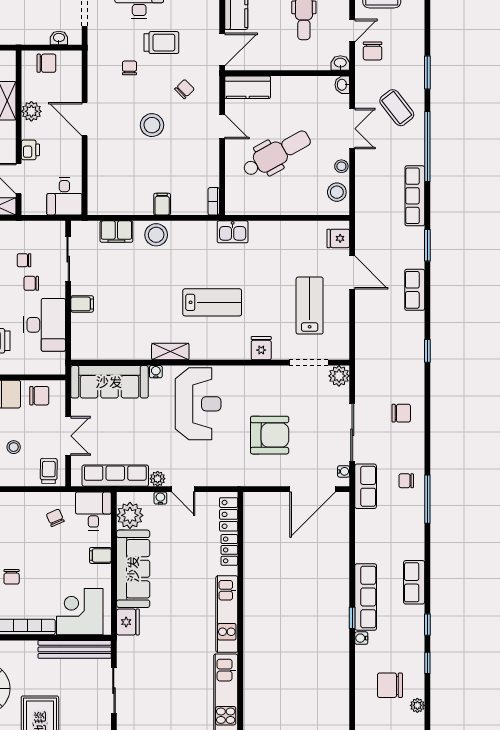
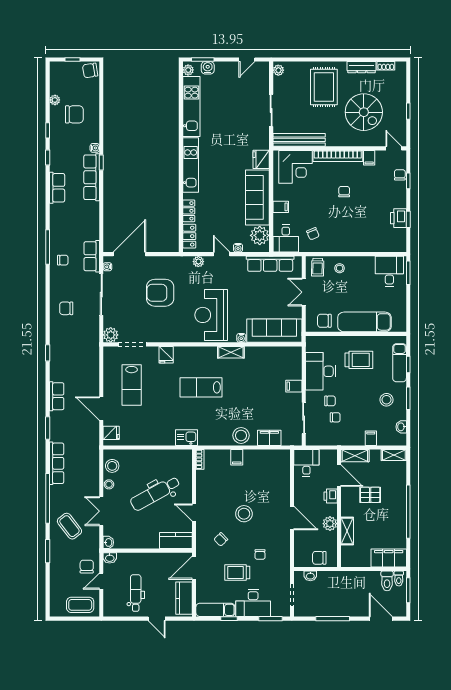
stool: (14, 447) -> (340, 268), moved
plant: (158, 479) -> (198, 262), moved

